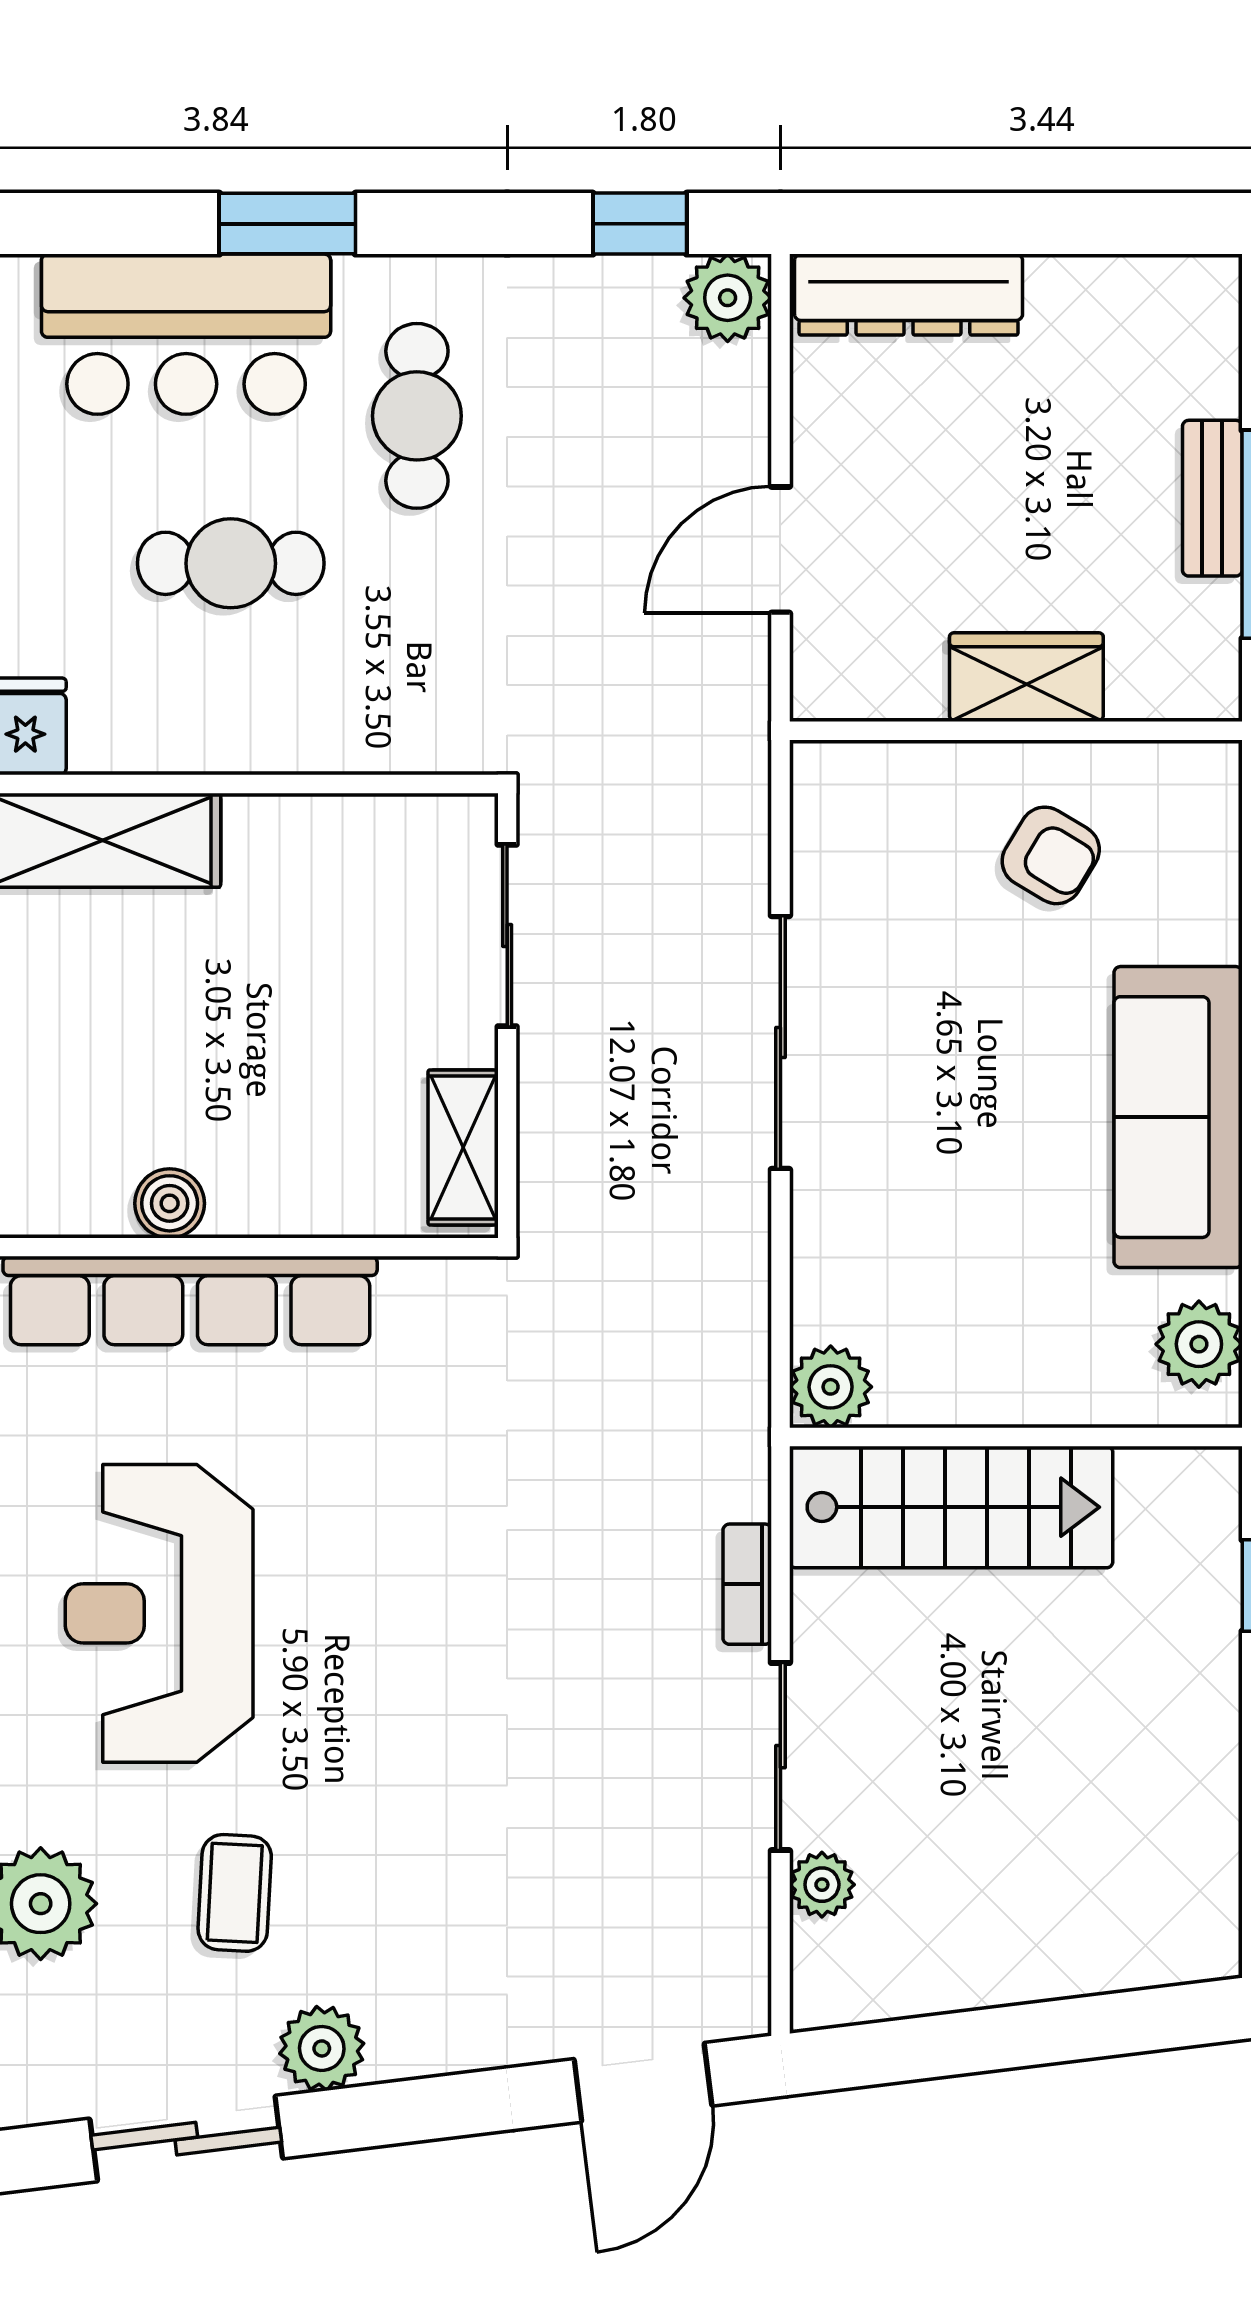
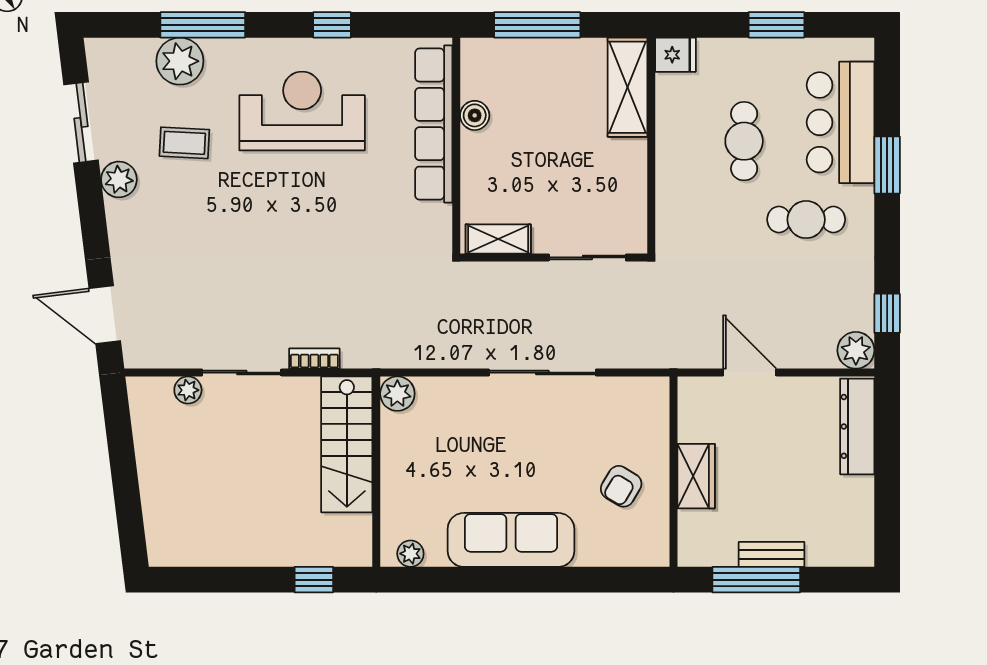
plant: (1199, 1344) -> (410, 554), width x0.73, depth x0.73

